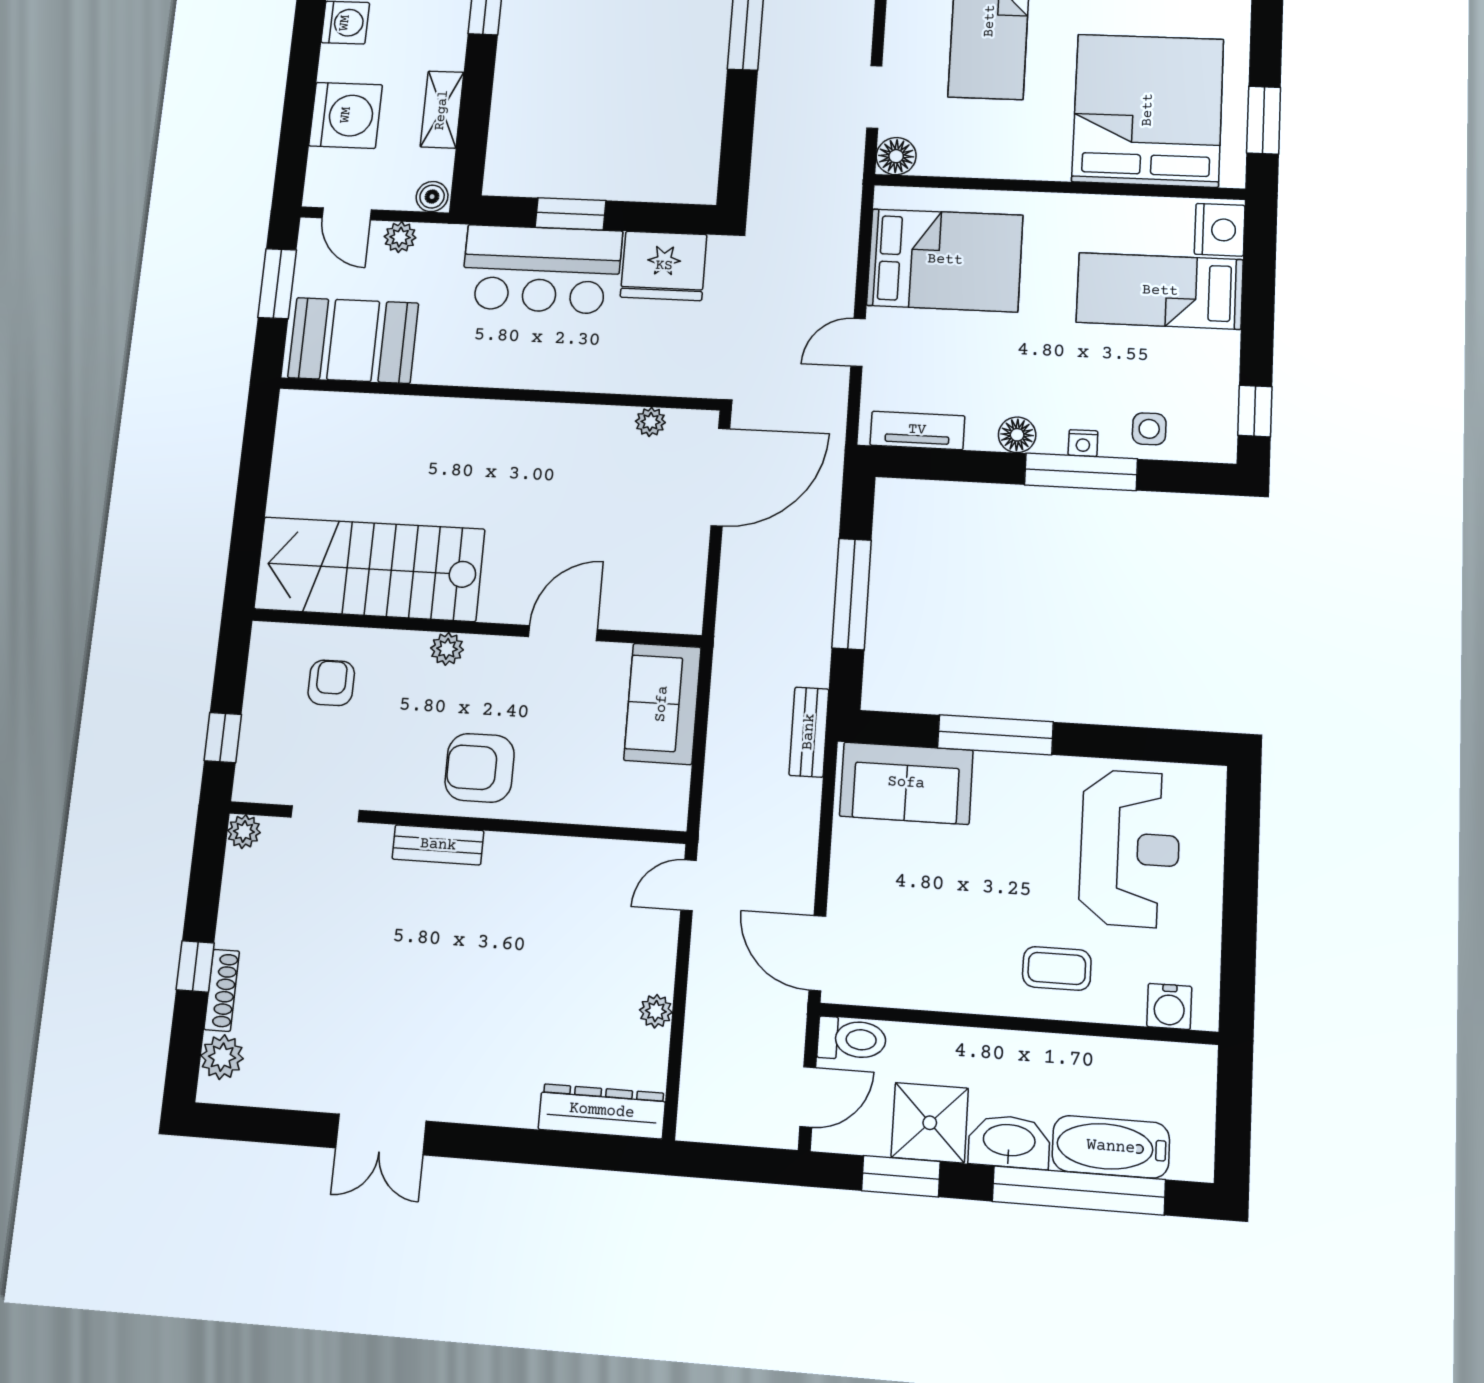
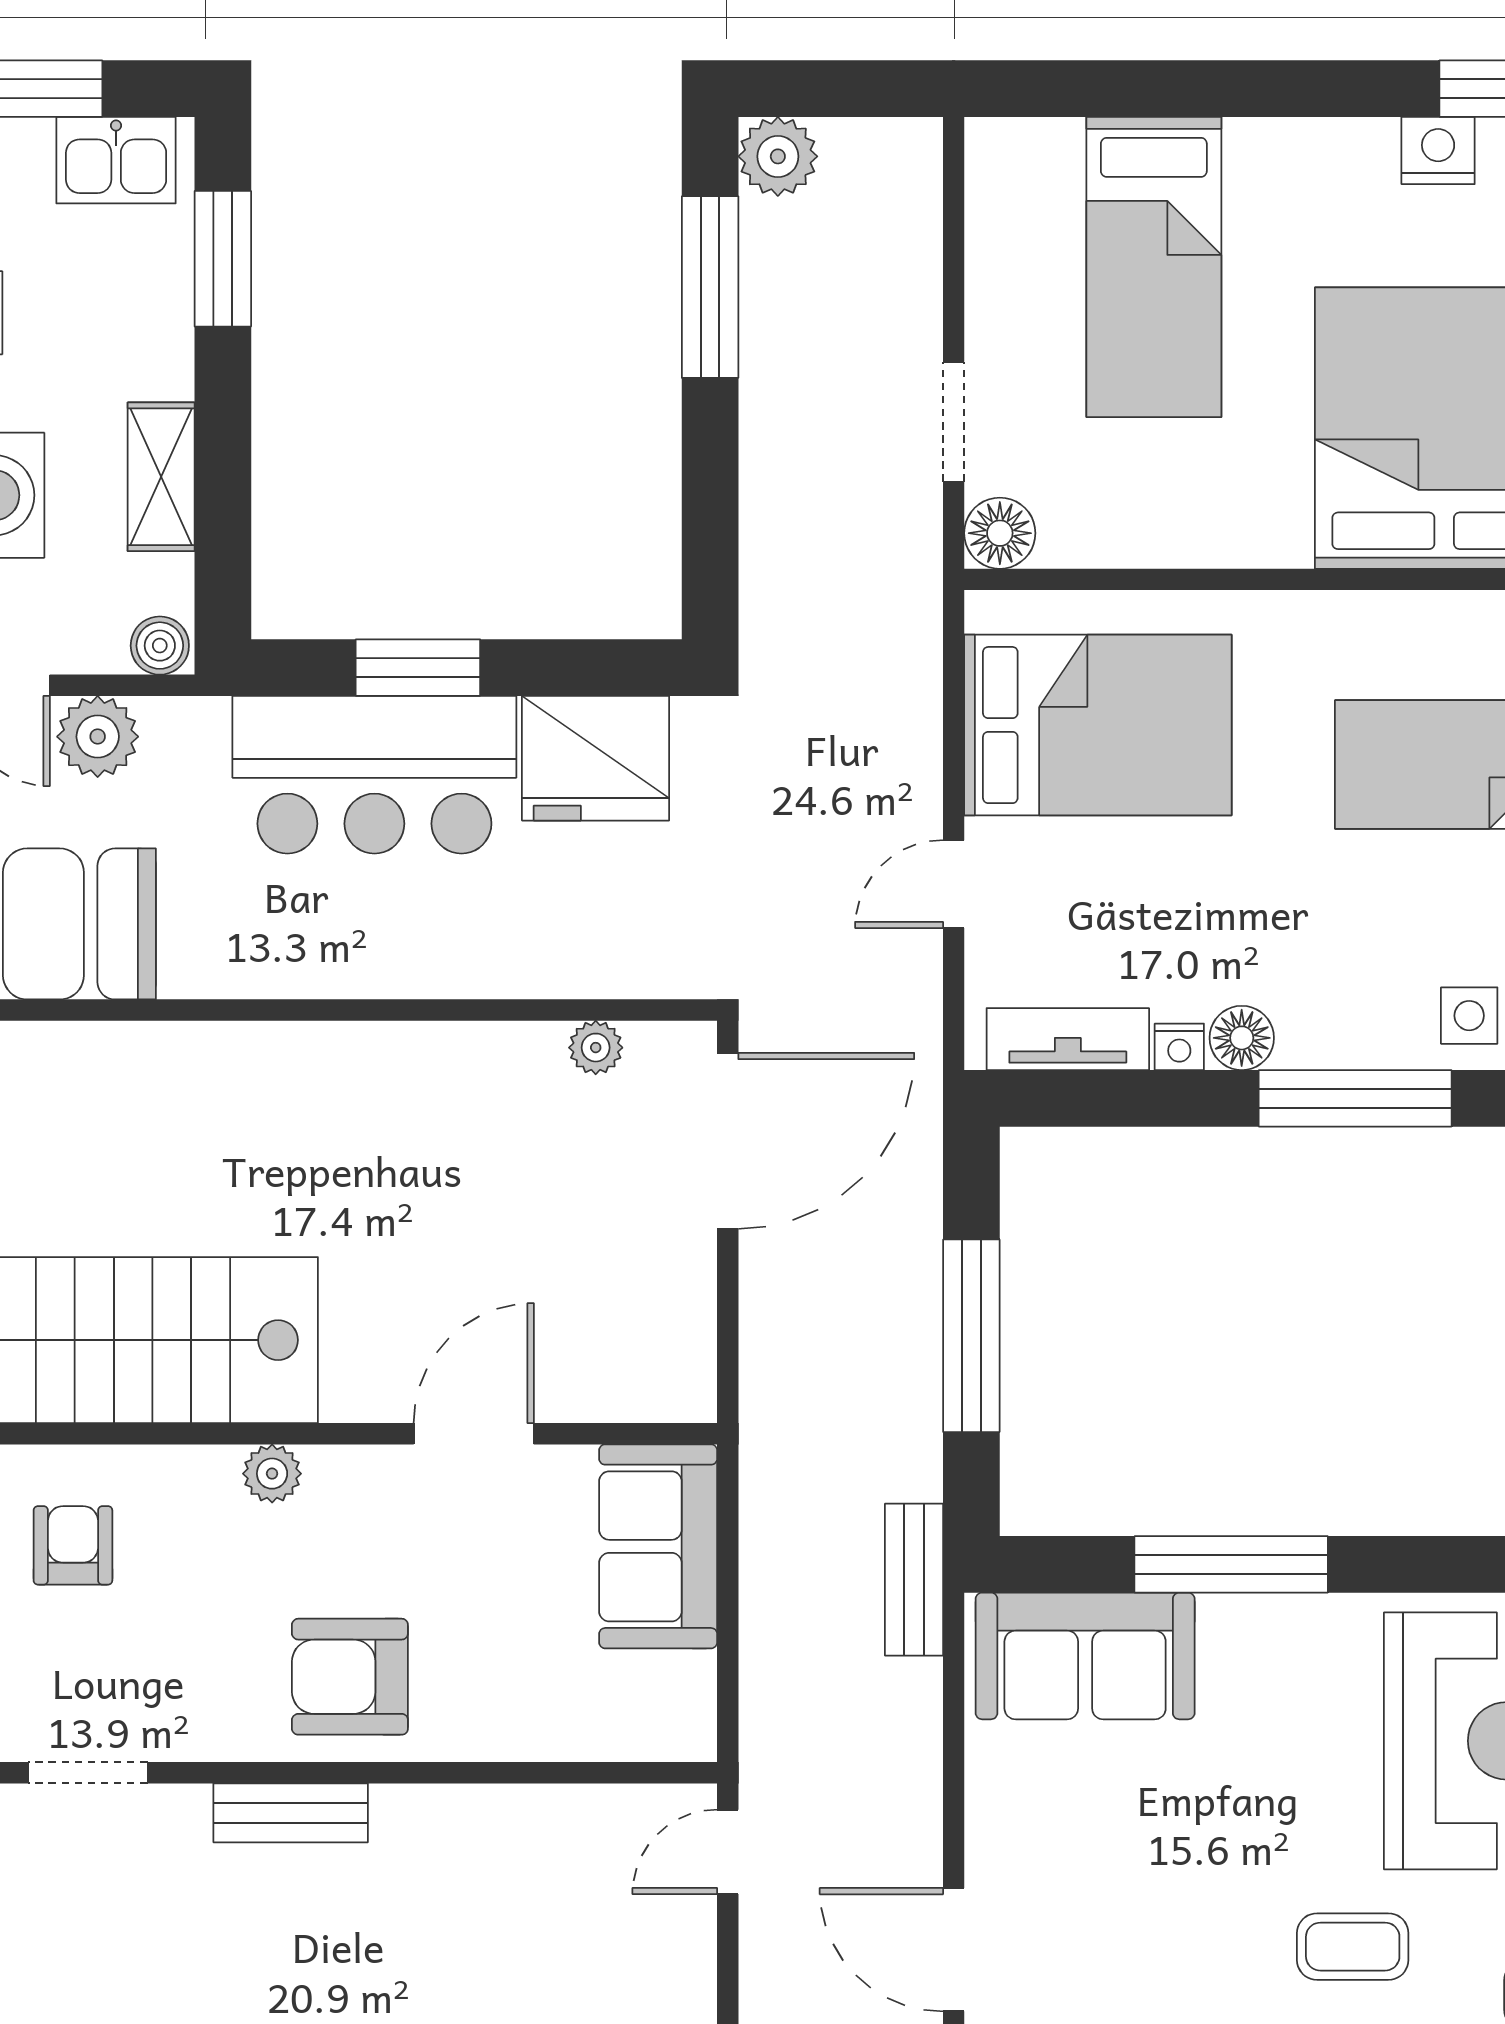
plant: (400, 237) -> (98, 737), width x1.38, depth x1.38
nightstand: (1083, 443) -> (1179, 1047), moved

